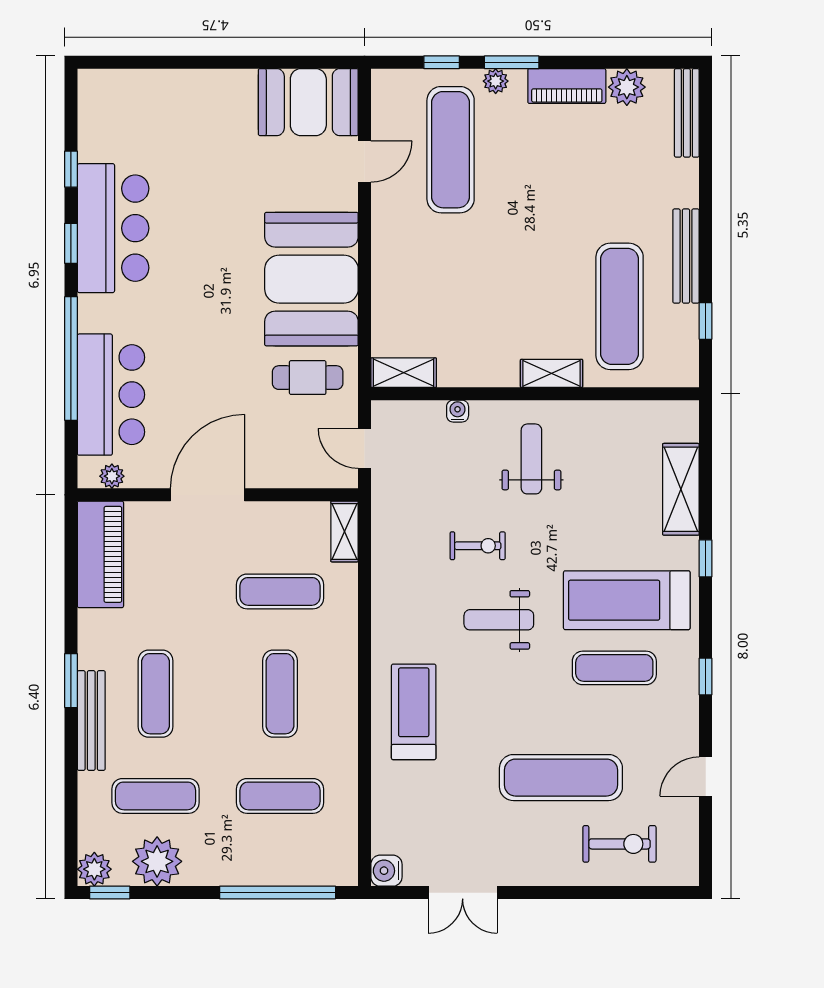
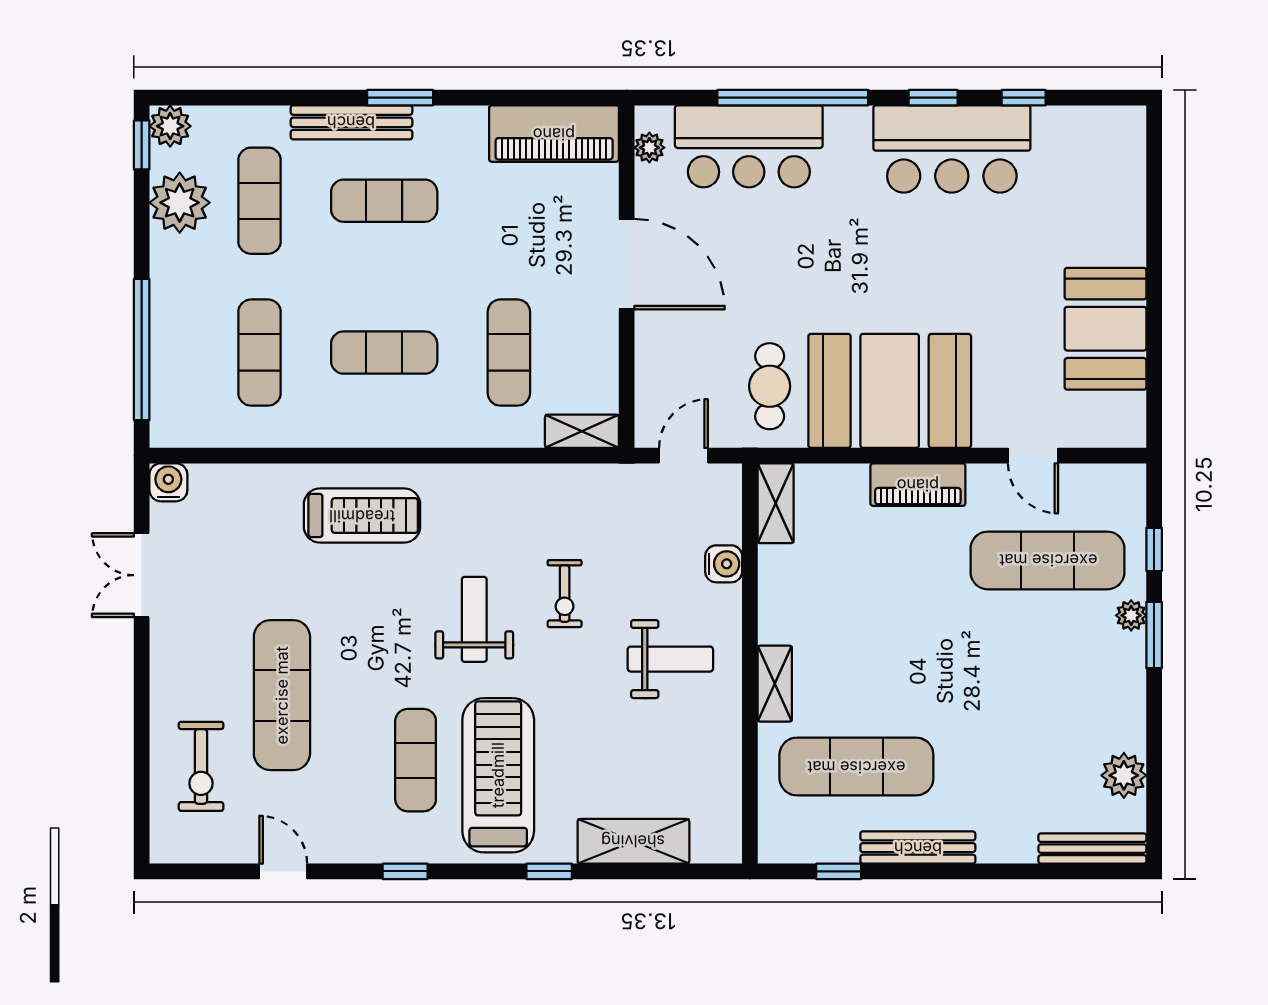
piano: (567, 86) -> (918, 485), moved, turned -90
booth: (308, 102) -> (1105, 329), moved
water cooler: (458, 411) -> (724, 564), width x1.38, depth x1.38

